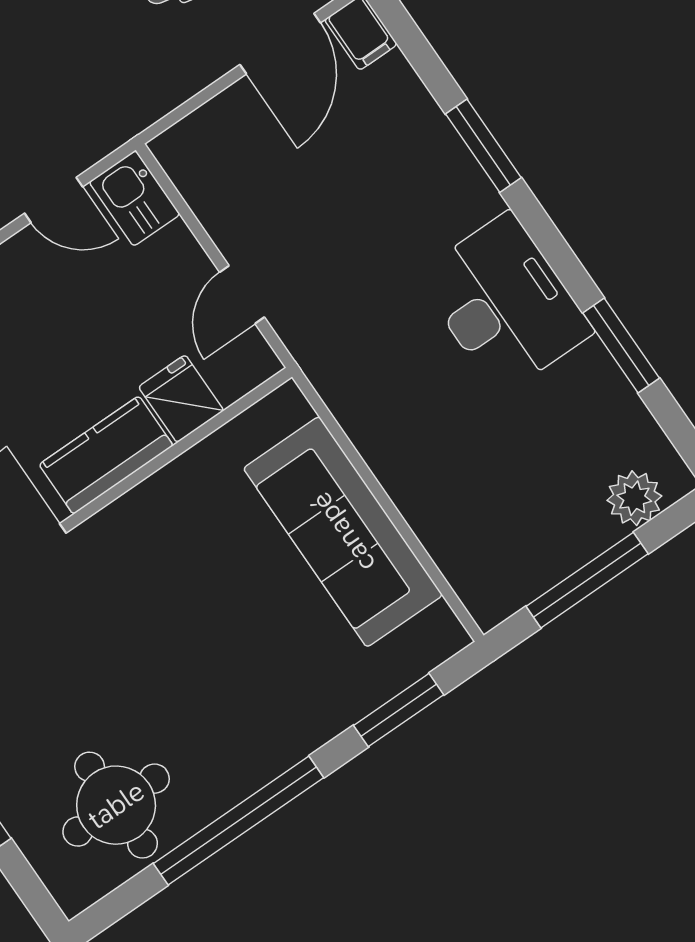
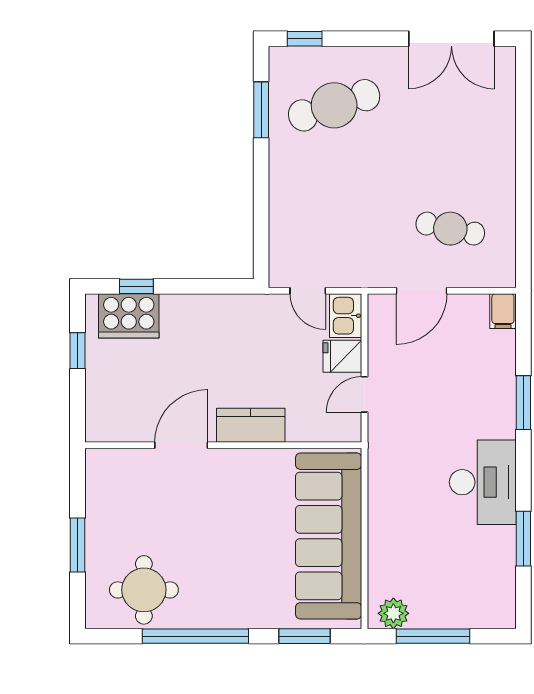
door: (280, 44) -> (422, 291), moved
fridge: (181, 399) -> (342, 356), moved, turned -90
plant: (634, 498) -> (393, 613), moved
sofa: (343, 532) -> (329, 536), width x1.36, depth x1.27

